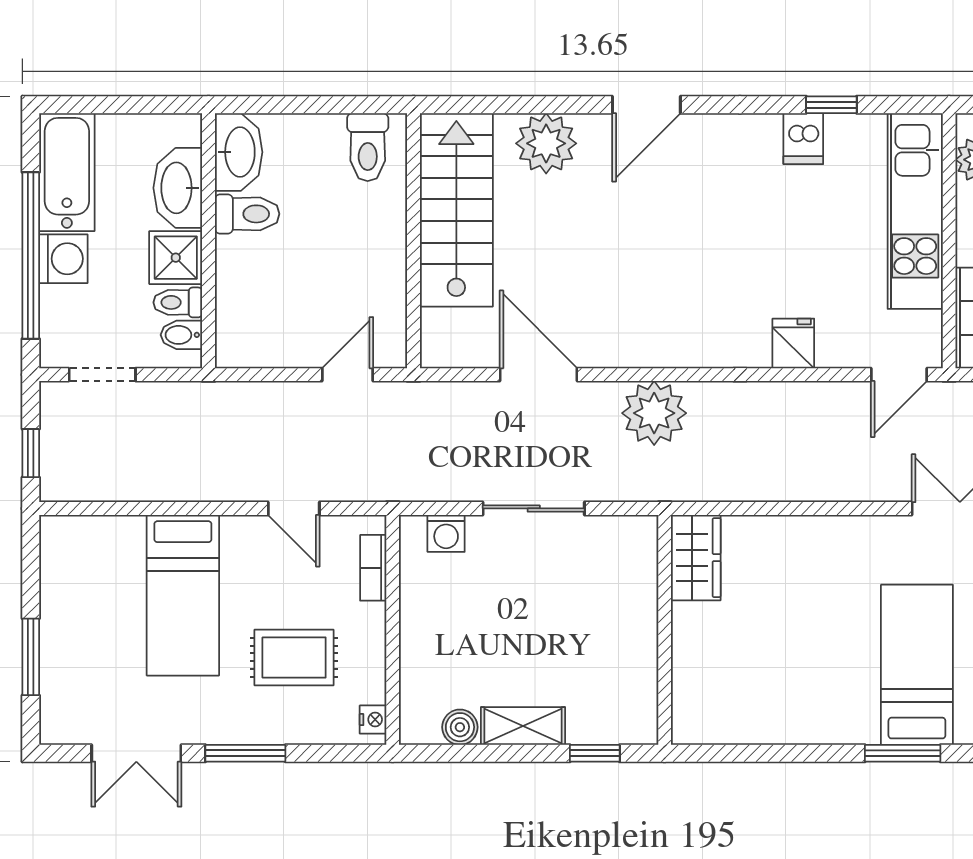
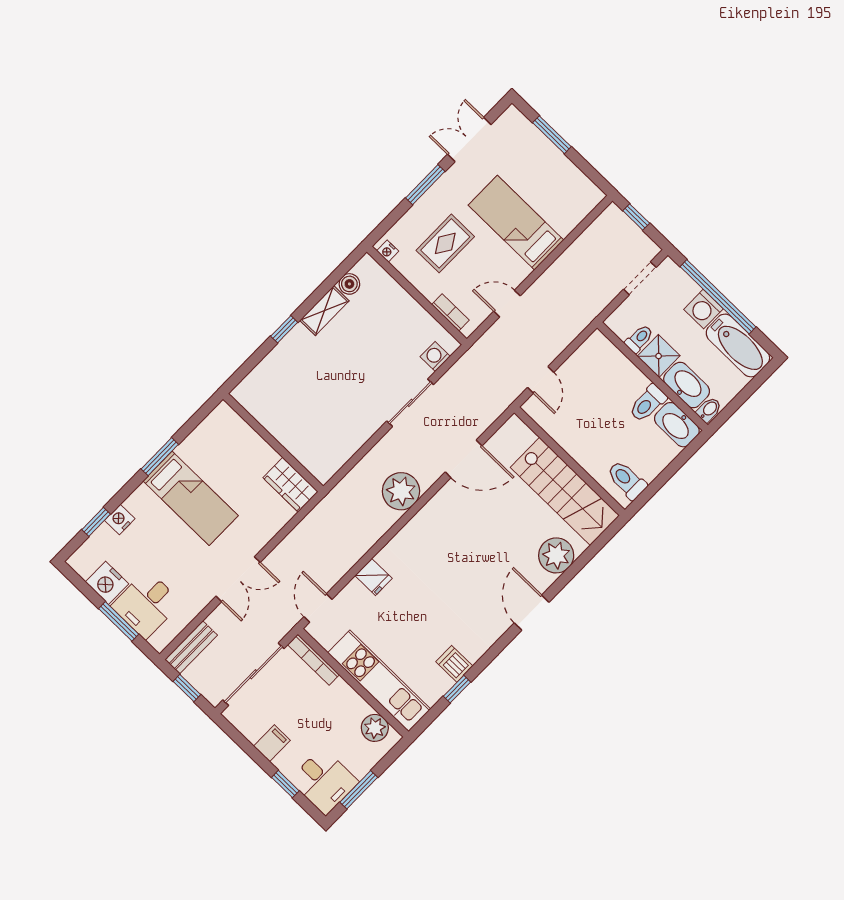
bidet: (181, 335) -> (709, 410), moved
wardrobe: (696, 558) -> (291, 485), moved
wall: (665, 630) -> (273, 443), moved

